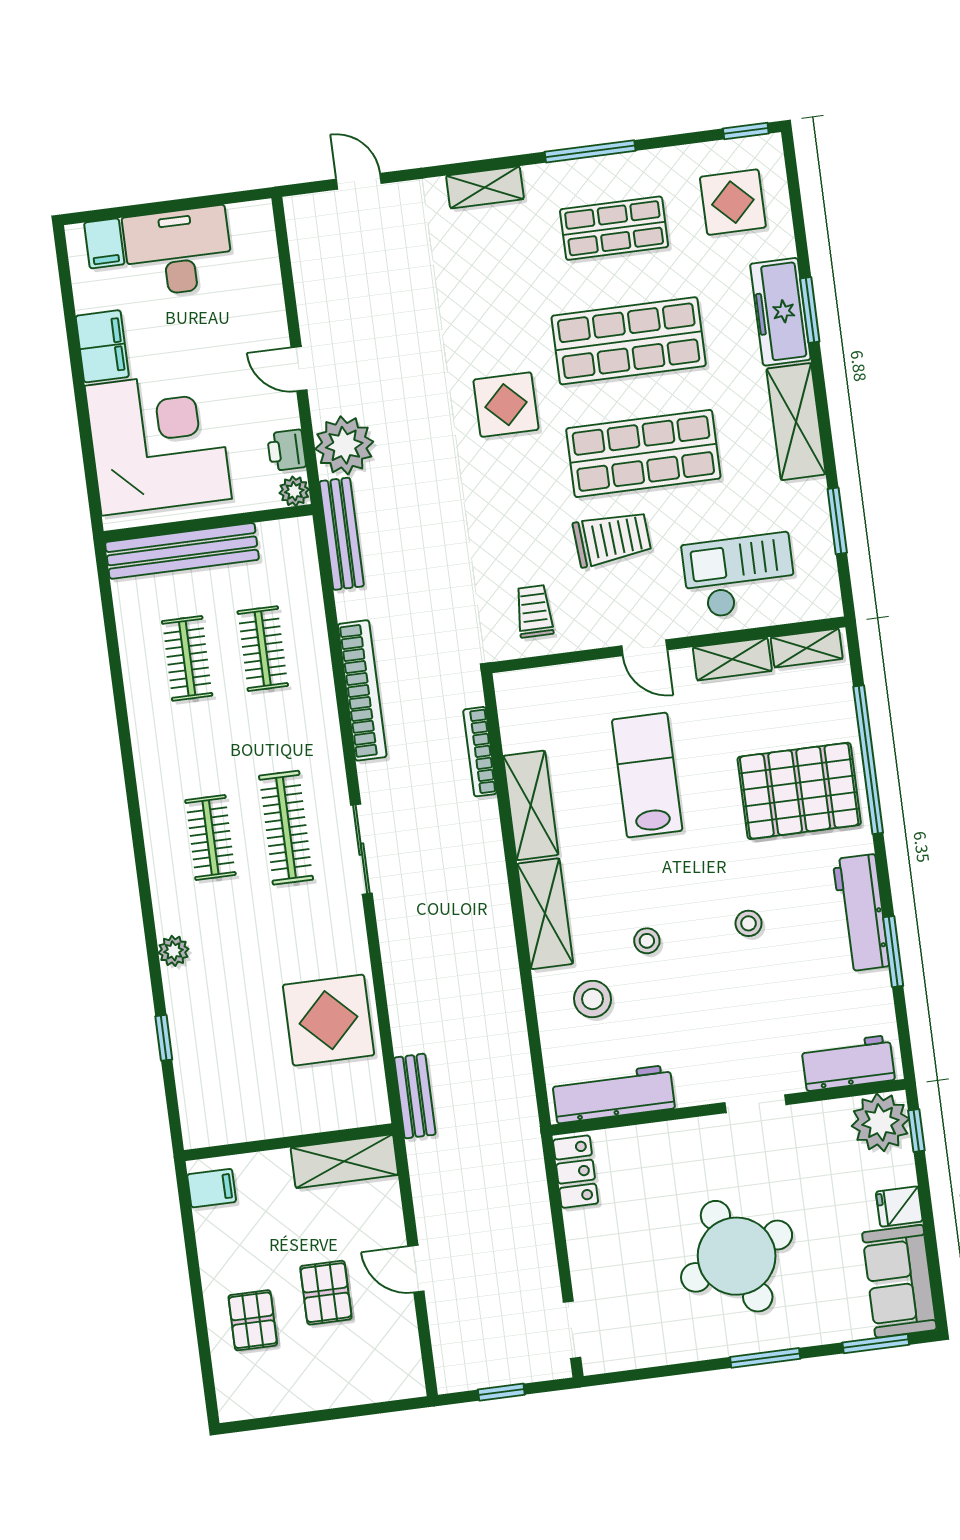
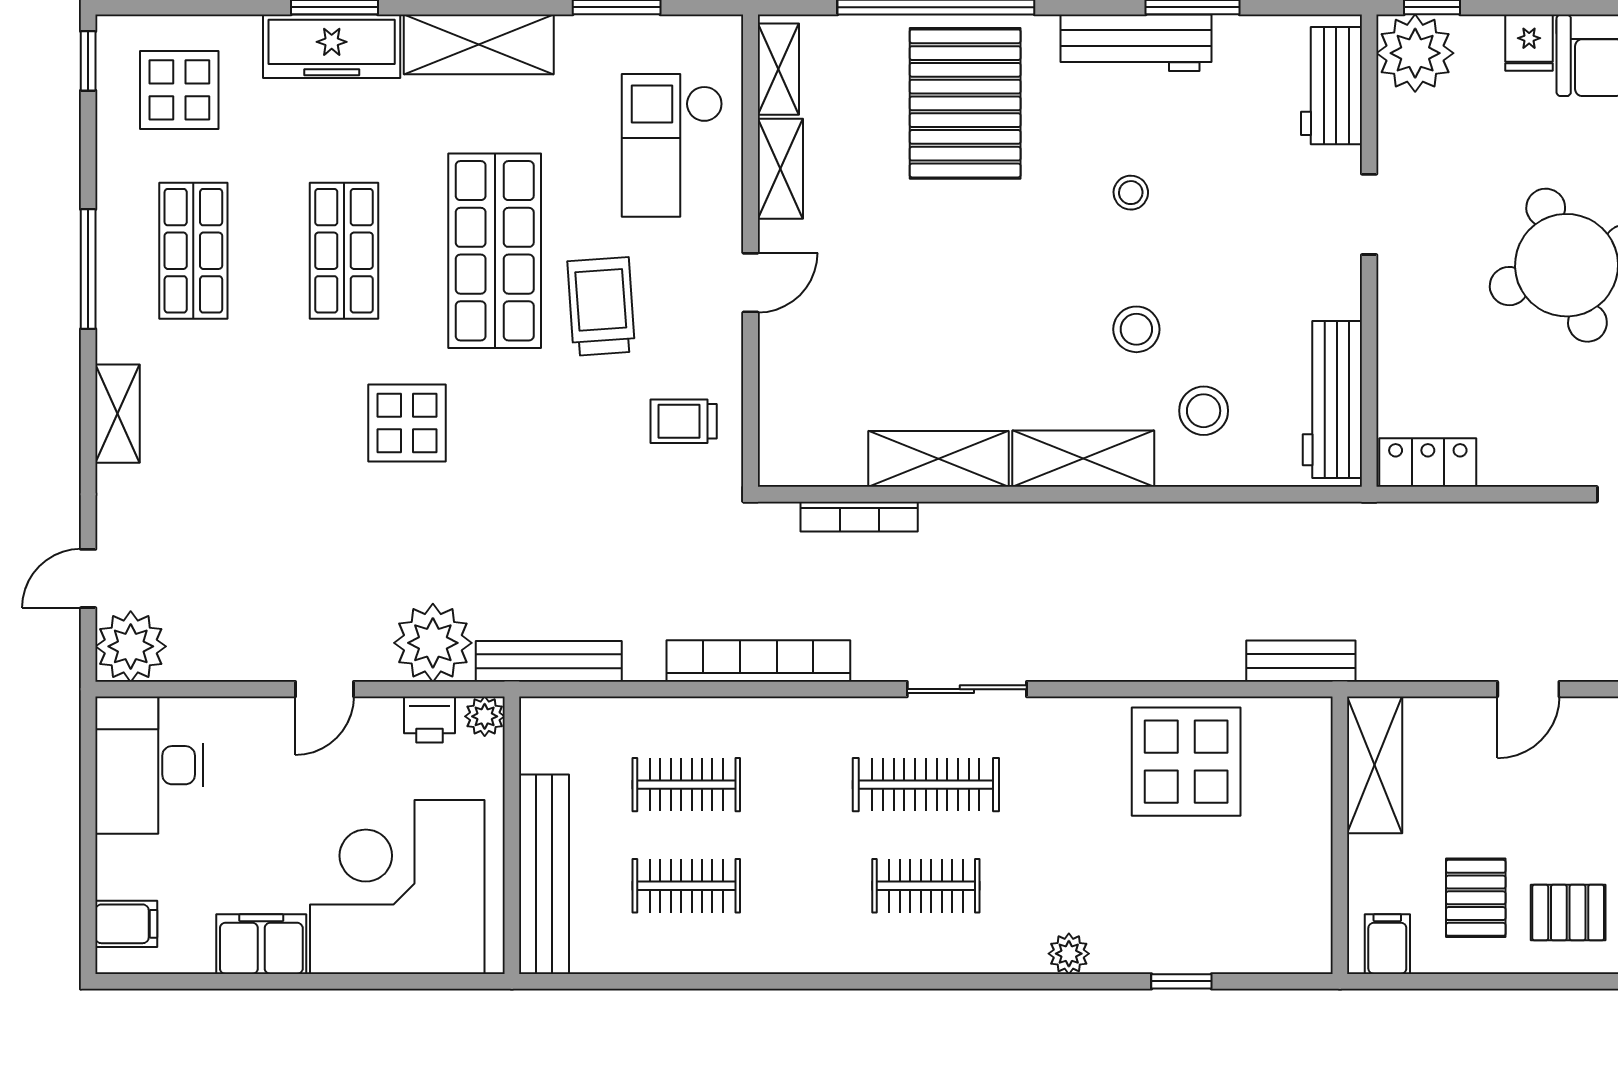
plant: (312, 220) -> (131, 646), added
desk: (178, 251) -> (149, 765), moved
shop shelf: (629, 341) -> (344, 251), width x0.70, depth x0.74
lab bench: (647, 775) -> (918, 301), removed
stool: (647, 941) -> (1136, 329), width x1.37, depth x1.37
pallet: (326, 1293) -> (1476, 898), moved, turned 90

